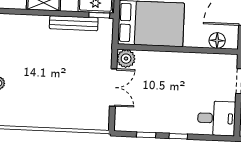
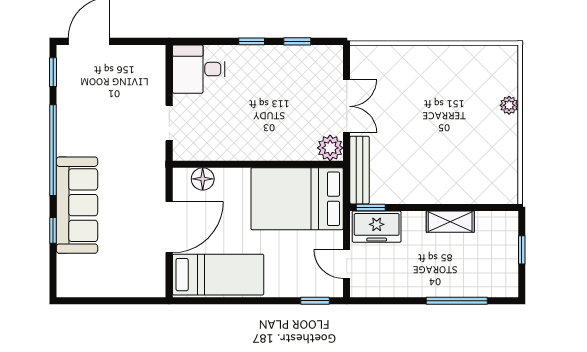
bench: (74, 23) -> (360, 170), moved, turned 90
double door: (113, 87) -> (347, 106), swing flipped

